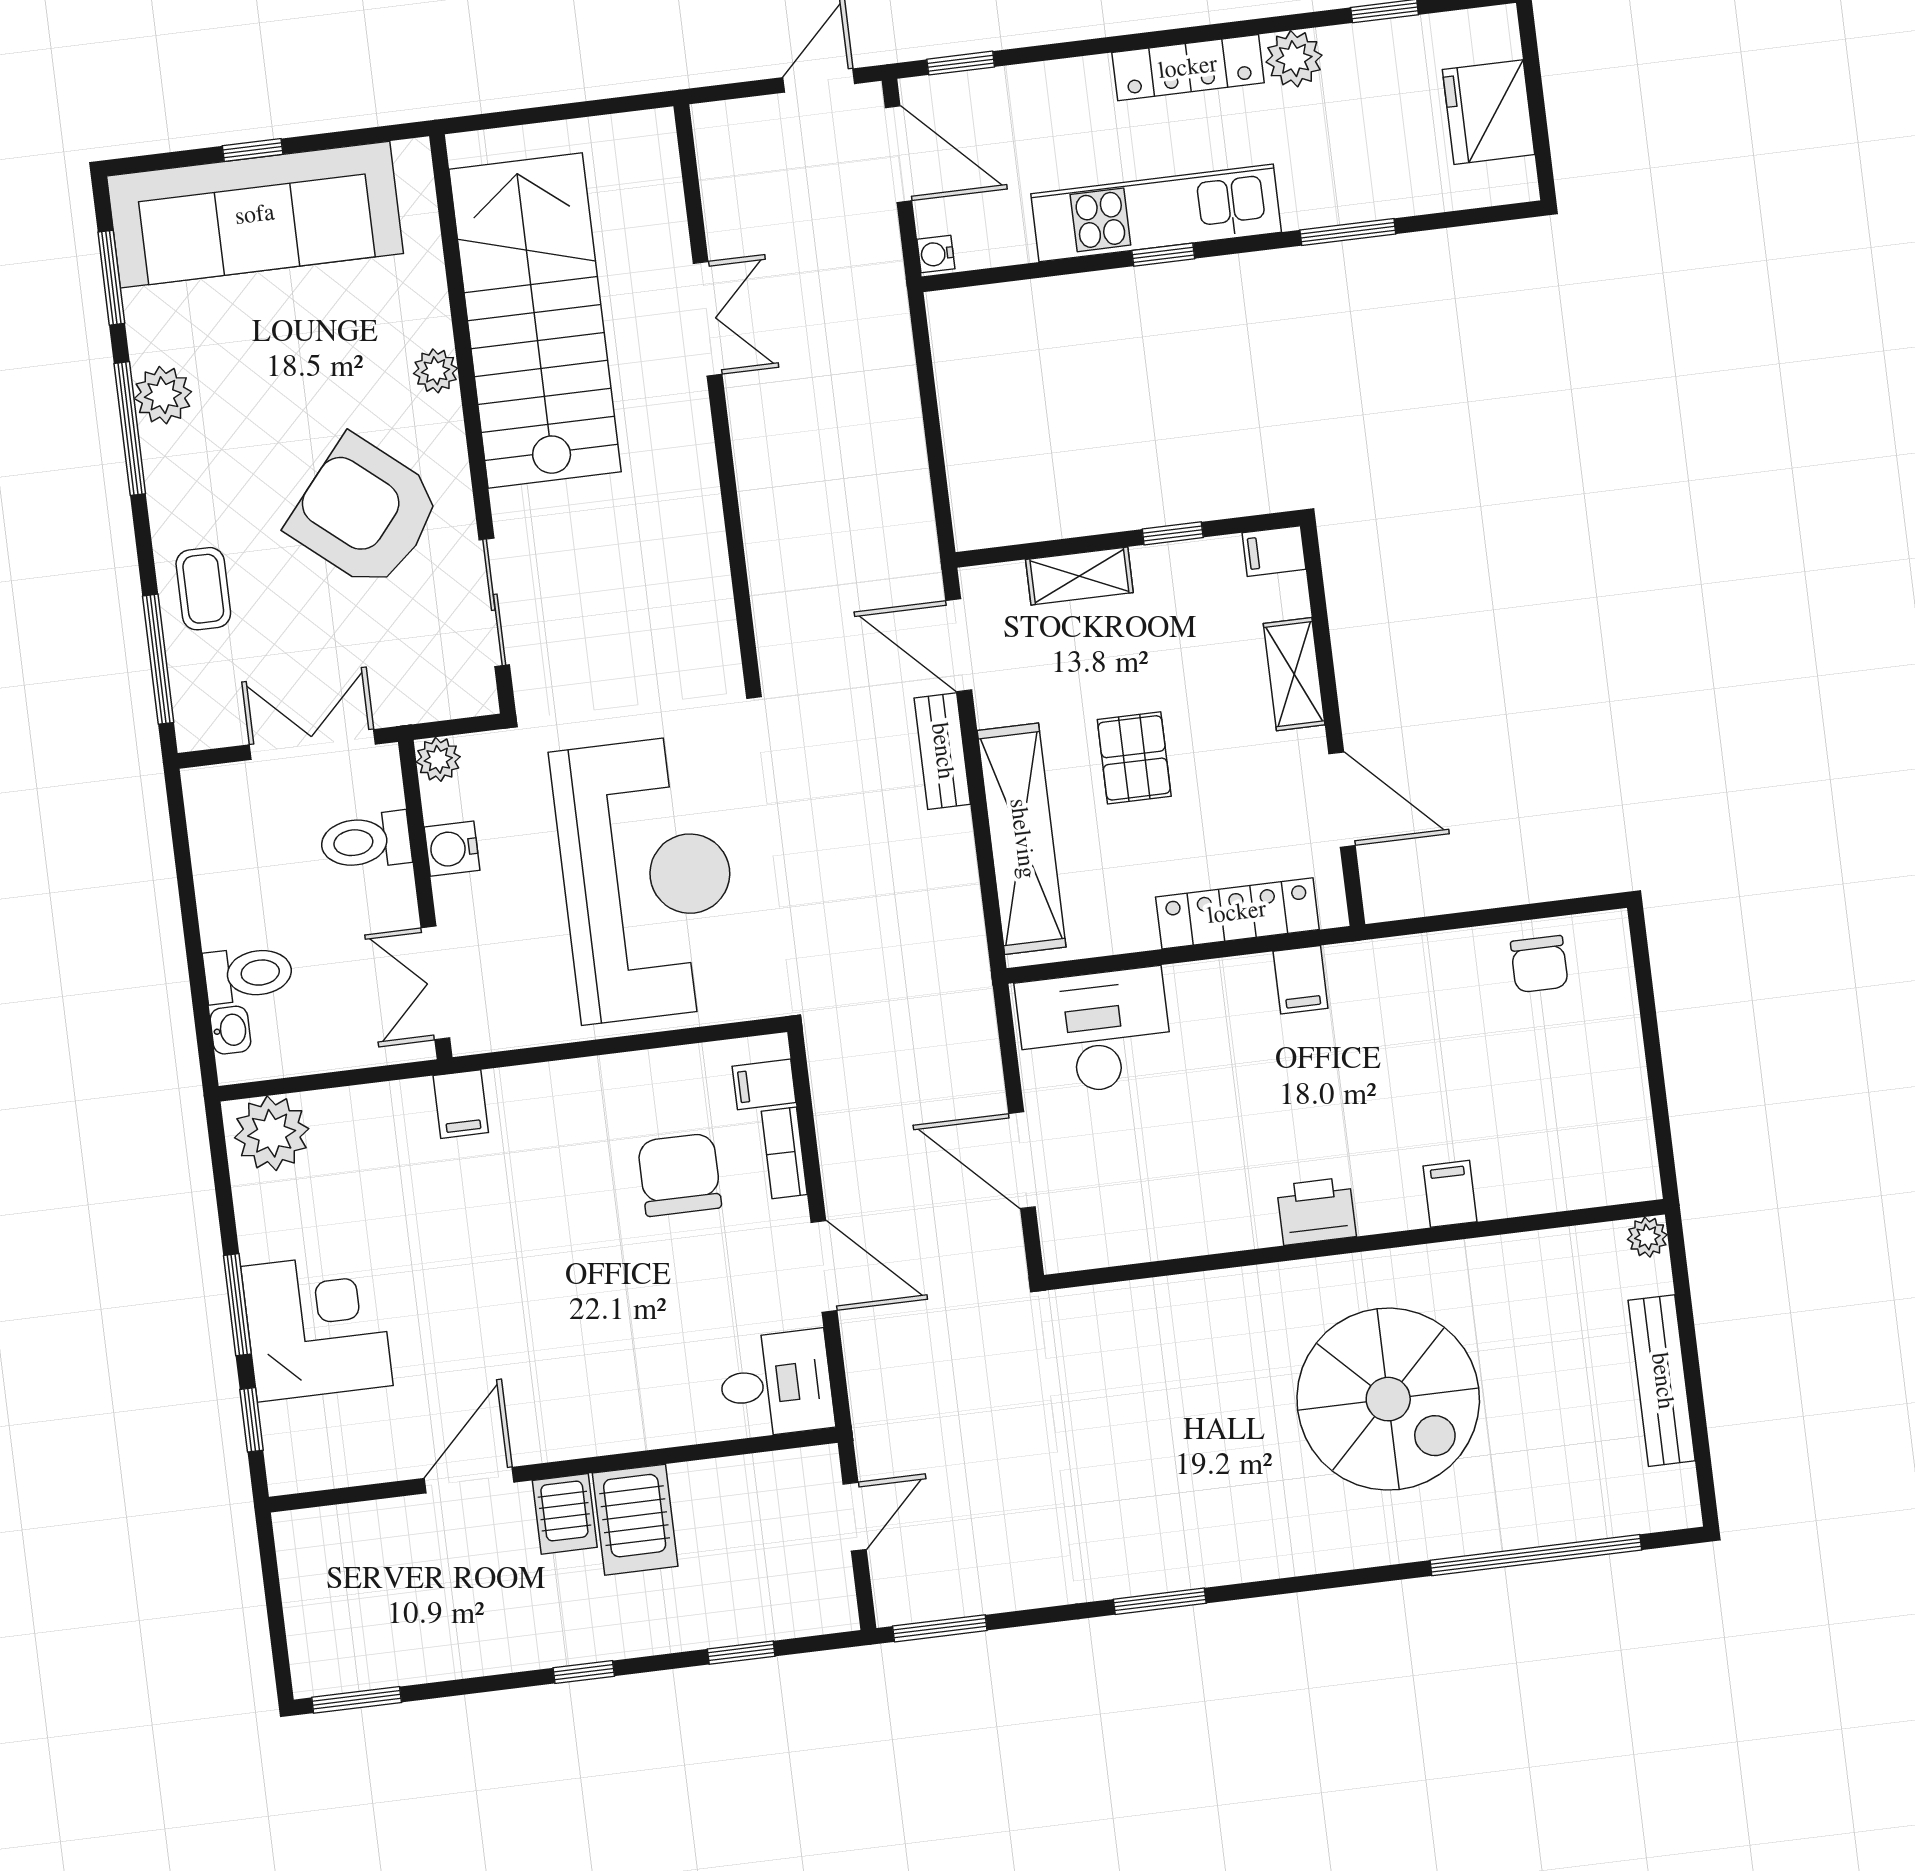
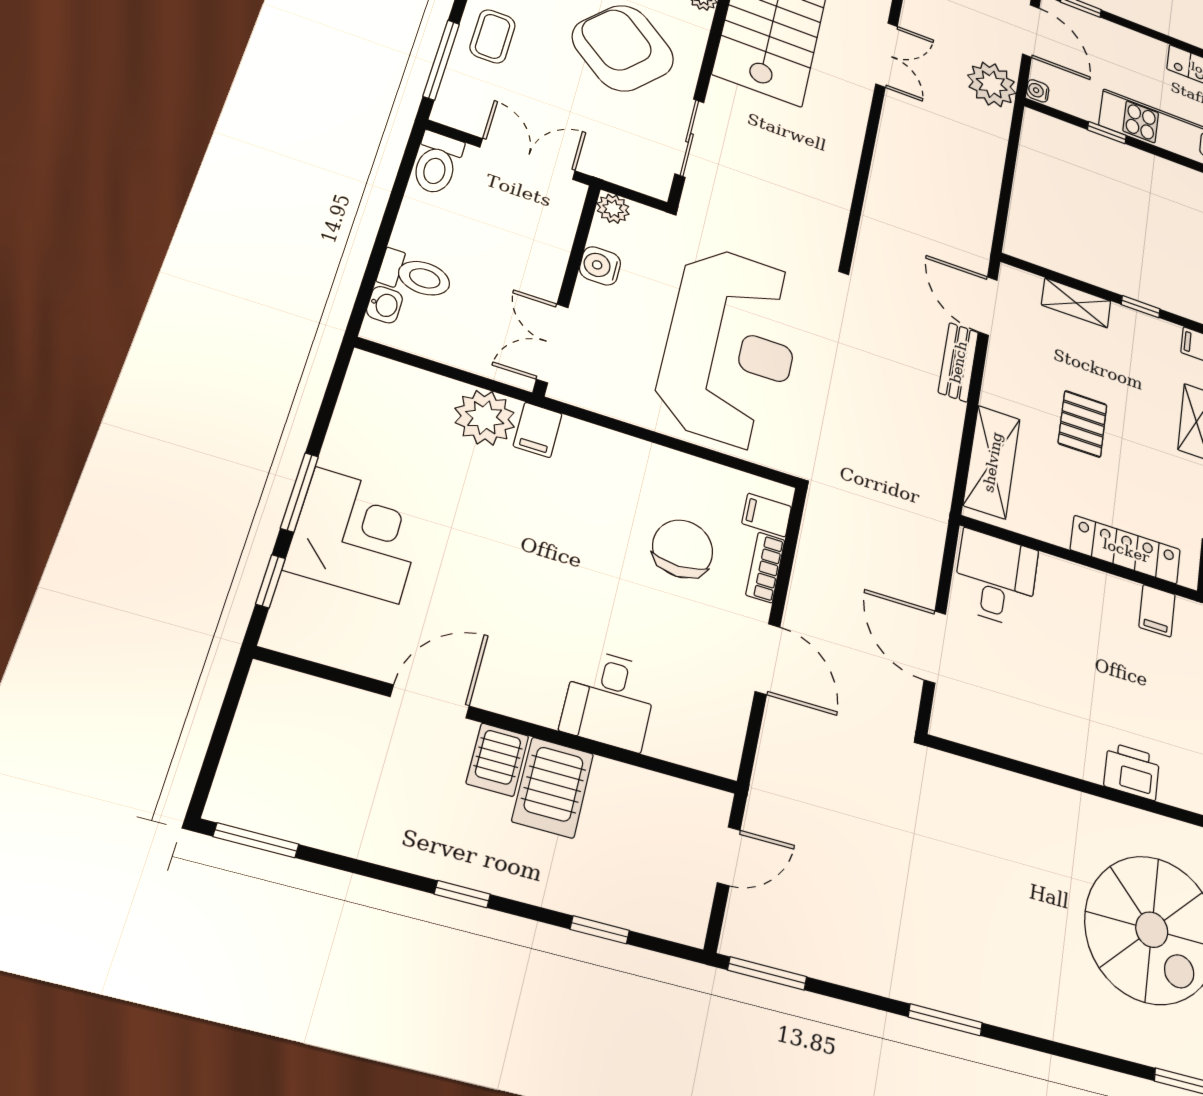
window: (1163, 255) -> (1107, 133), moved
plant: (867, 282) -> (992, 84), added
shelving: (1022, 839) -> (992, 462), width x0.68
toilet: (366, 841) -> (437, 163), moved, turned -90
desk: (1094, 1032) -> (996, 578), width x0.73
plant: (272, 1133) -> (485, 418), moved
desk: (776, 1384) -> (609, 700), moved, turned 90

